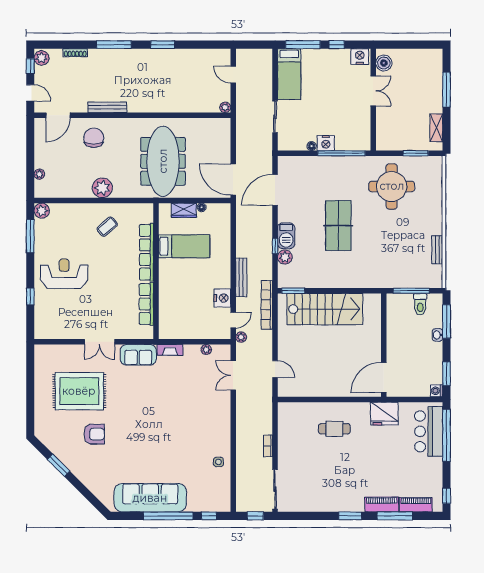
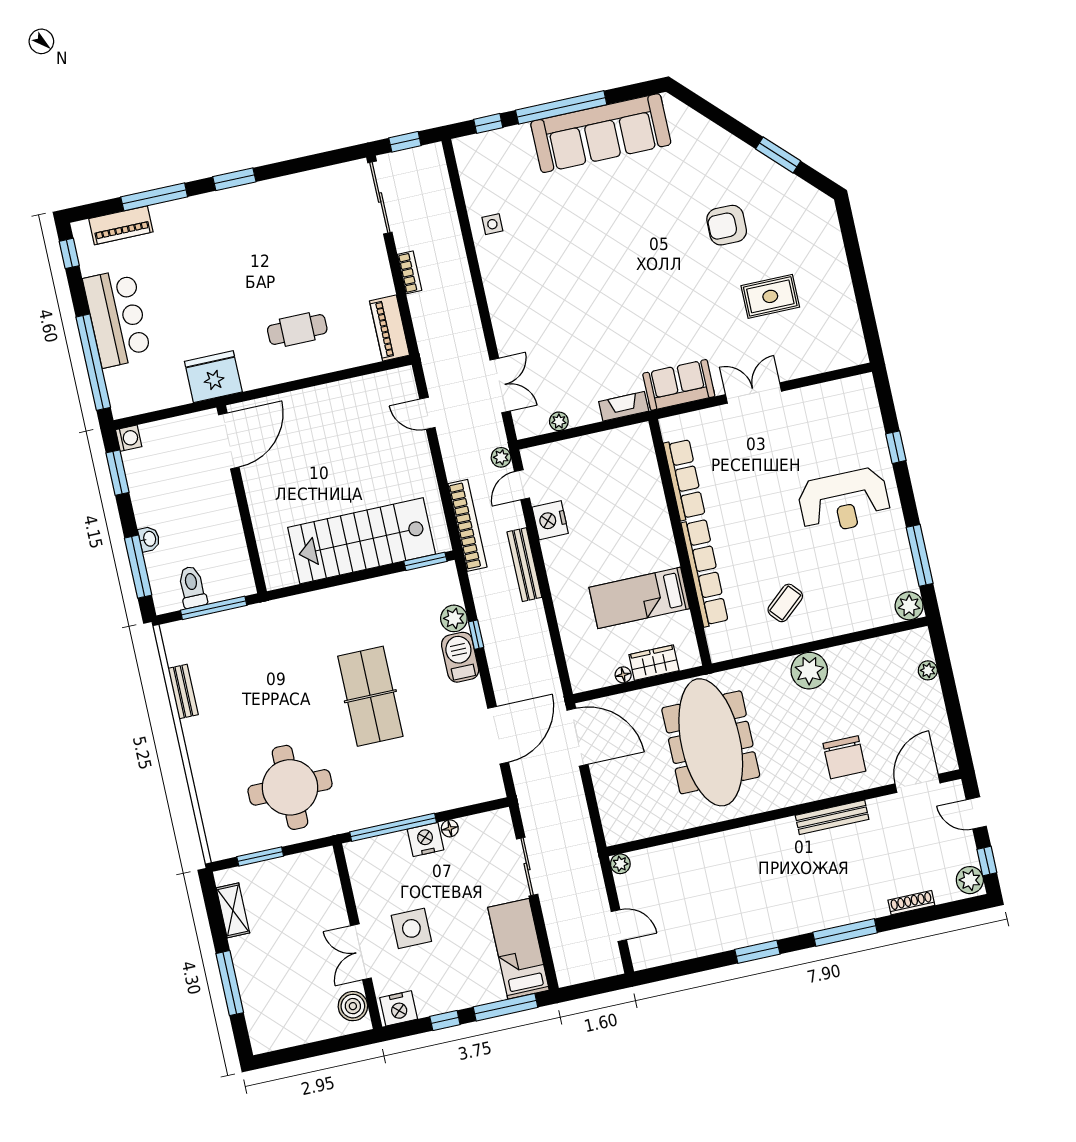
side table: (344, 97) -> (411, 928), added
rug: (79, 391) -> (770, 296), width x0.54, depth x0.49
bar counter: (429, 431) -> (117, 318), moved
piano: (382, 504) -> (390, 328), moved, turned 90

